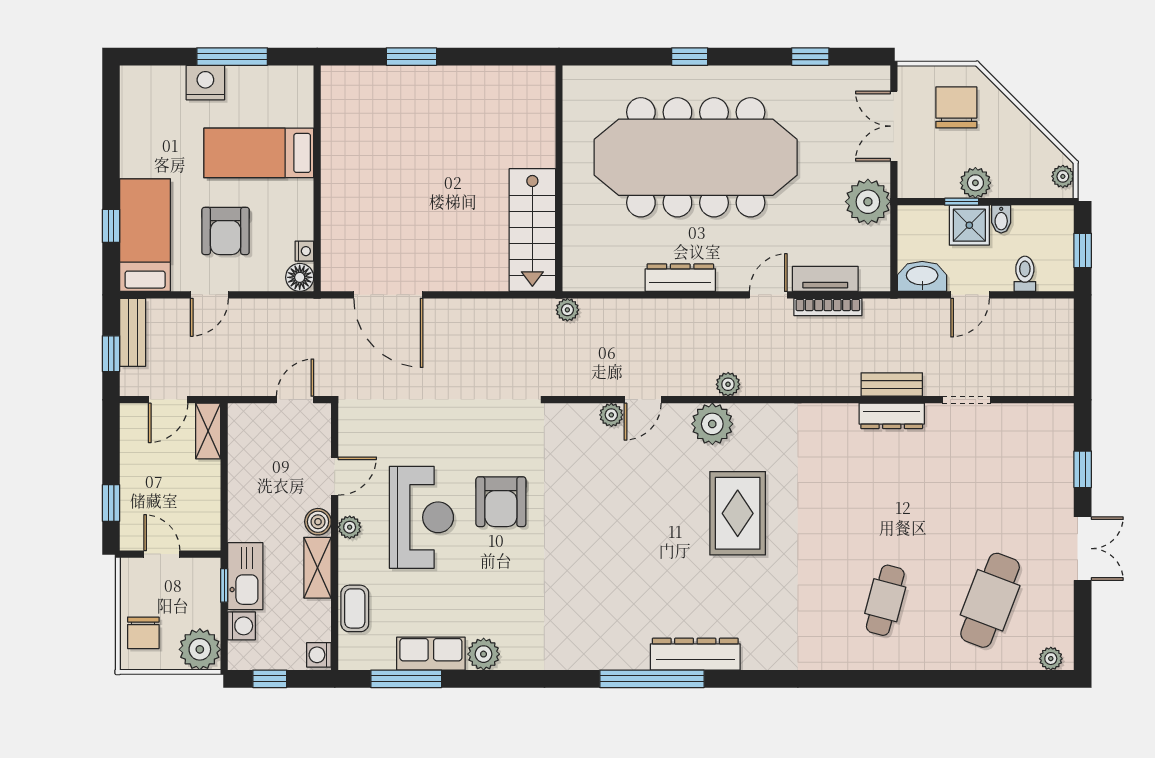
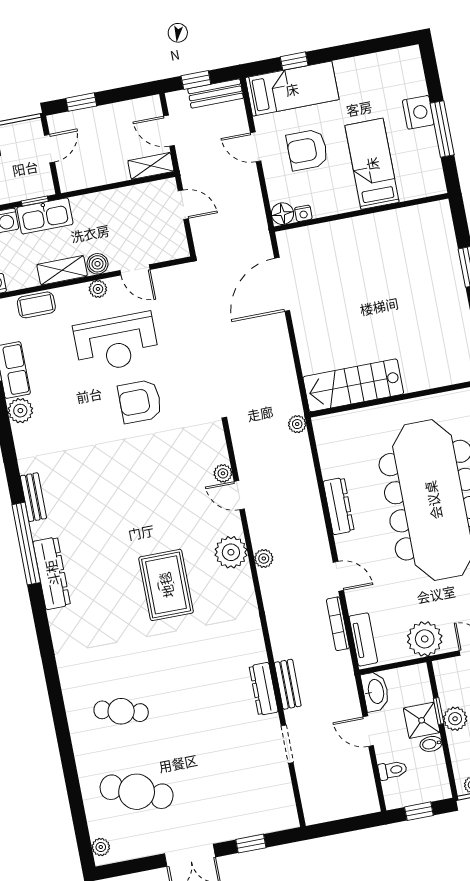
tv unit: (825, 279) -> (363, 639), moved
door: (295, 400) -> (183, 205), moved
rug: (738, 513) -> (166, 585), turned 90
bench: (595, 659) -> (33, 497), added

